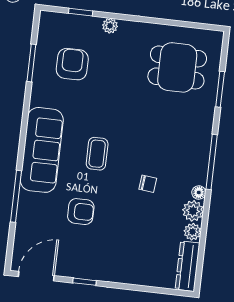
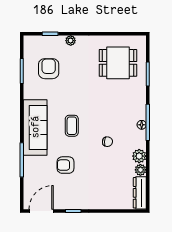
floor lamp: (199, 192) -> (142, 125), moved
armchair: (81, 212) -> (66, 165), turned 180

